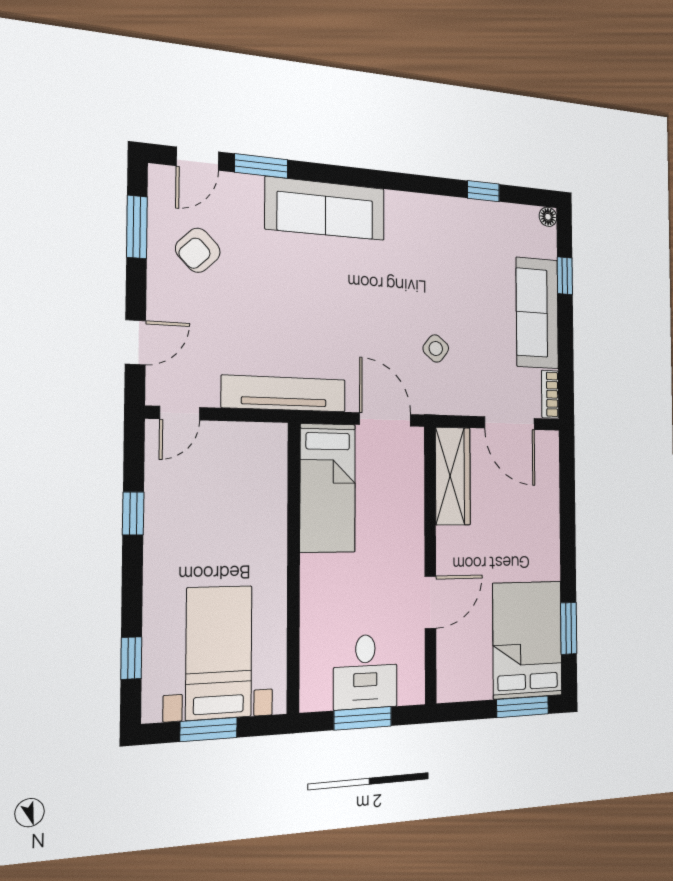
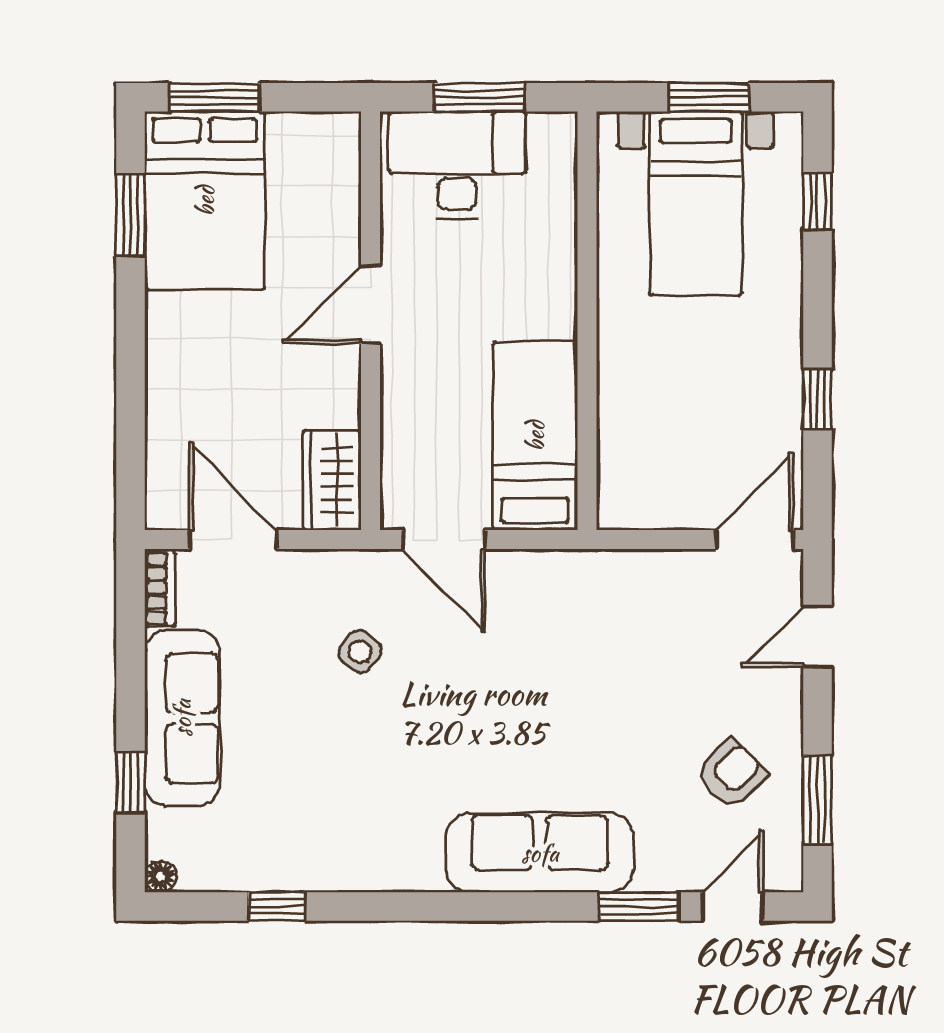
tv unit: (284, 394) -> (602, 573), removed
door: (180, 413) -> (755, 540), width x1.38
wardrobe: (453, 476) -> (332, 480), width x0.67
door: (430, 602) -> (371, 304), moved
desk: (365, 672) -> (457, 165), width x1.37

